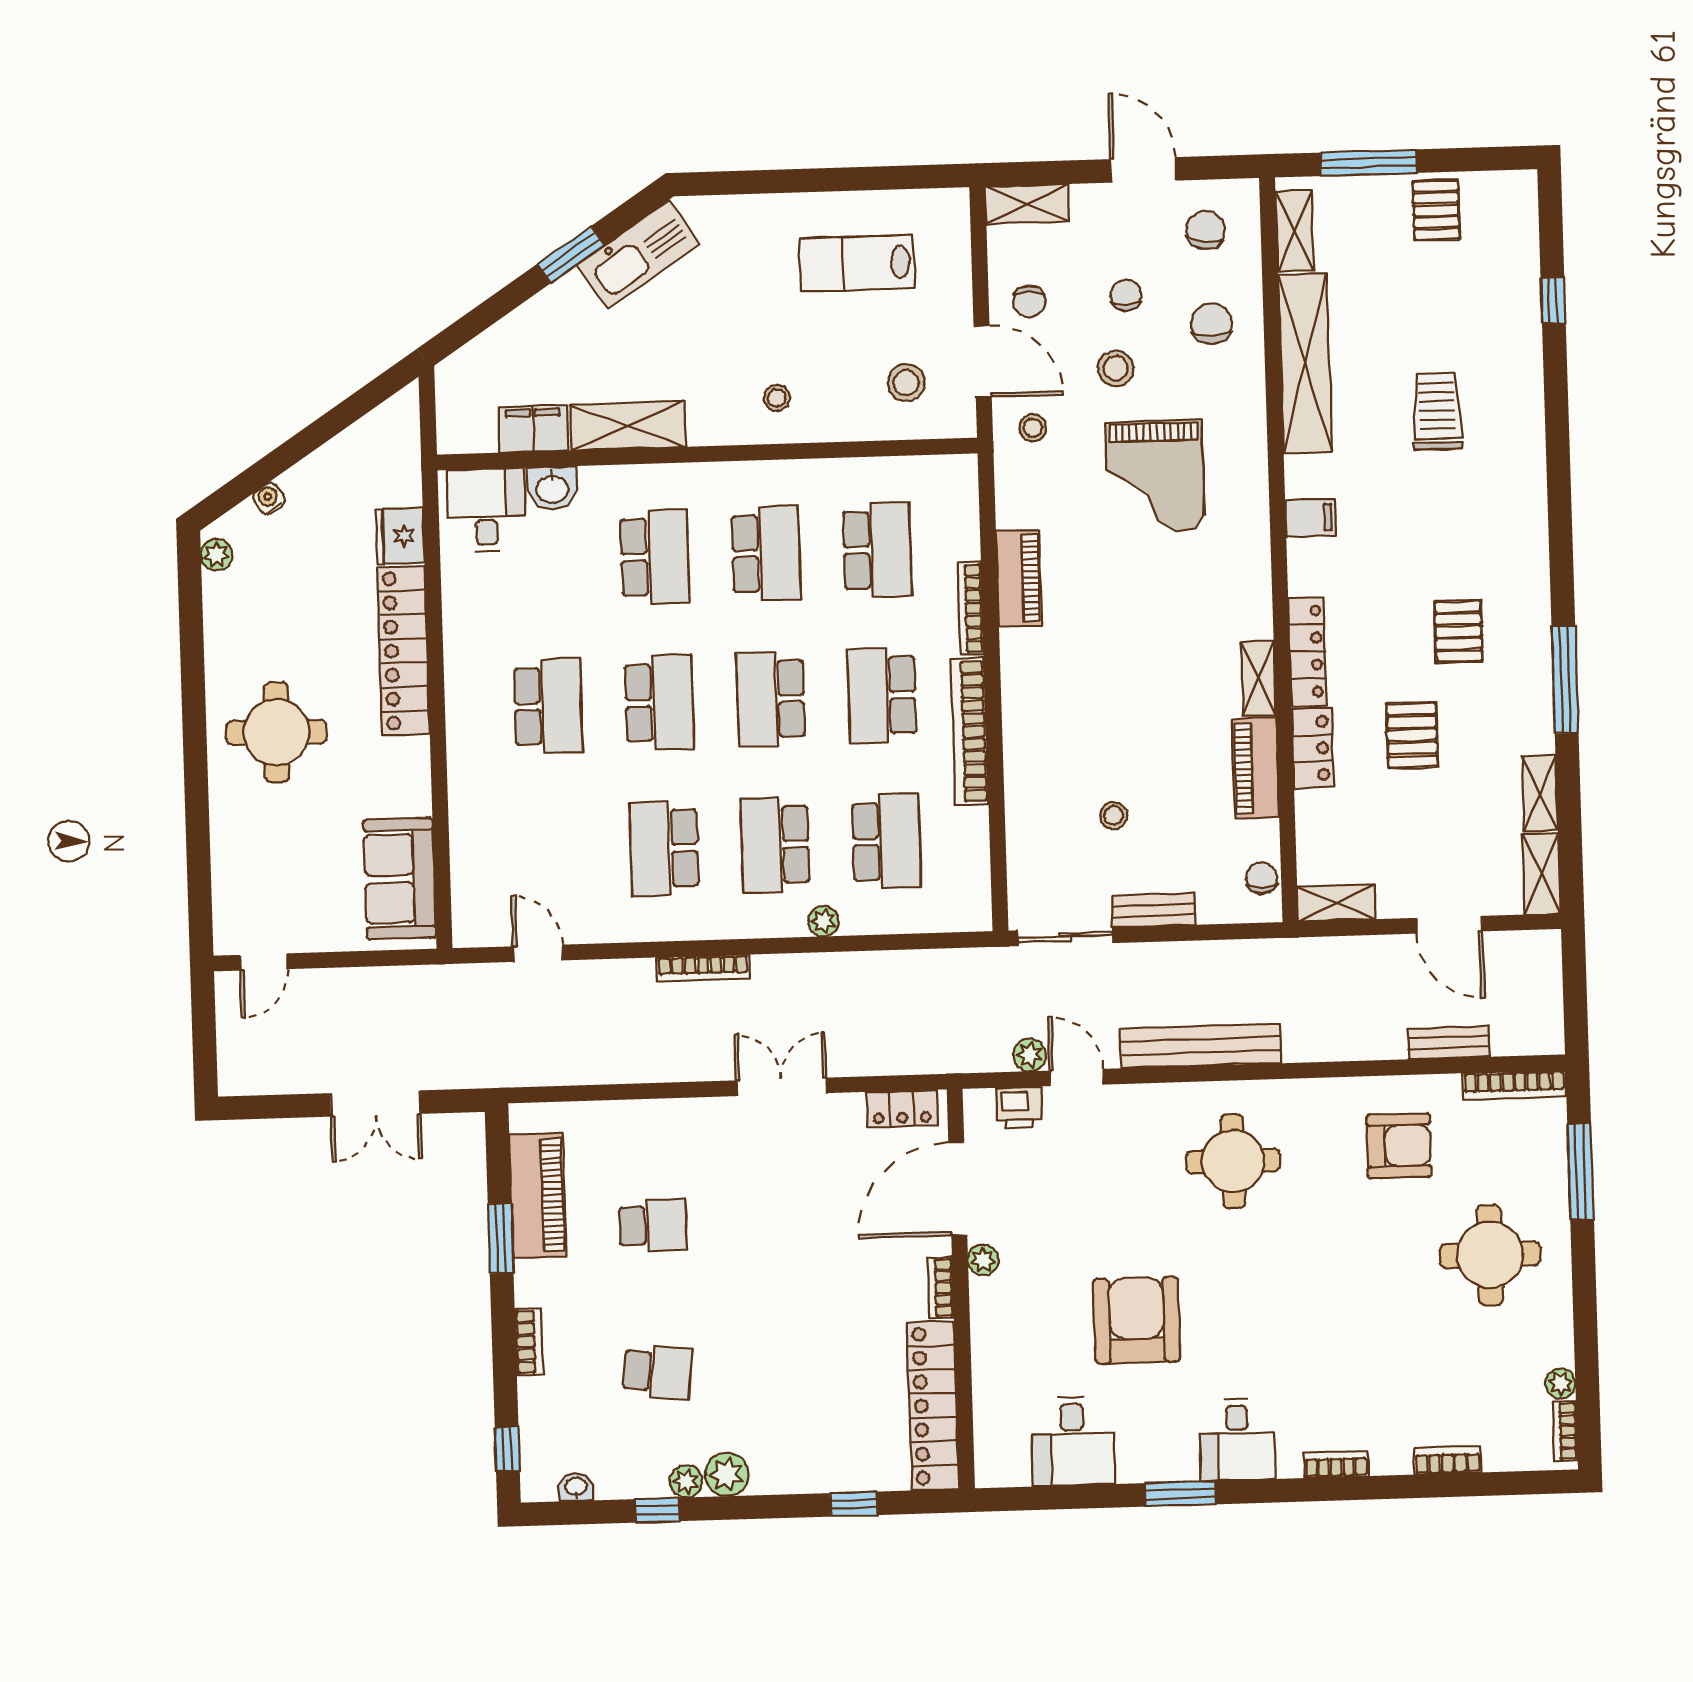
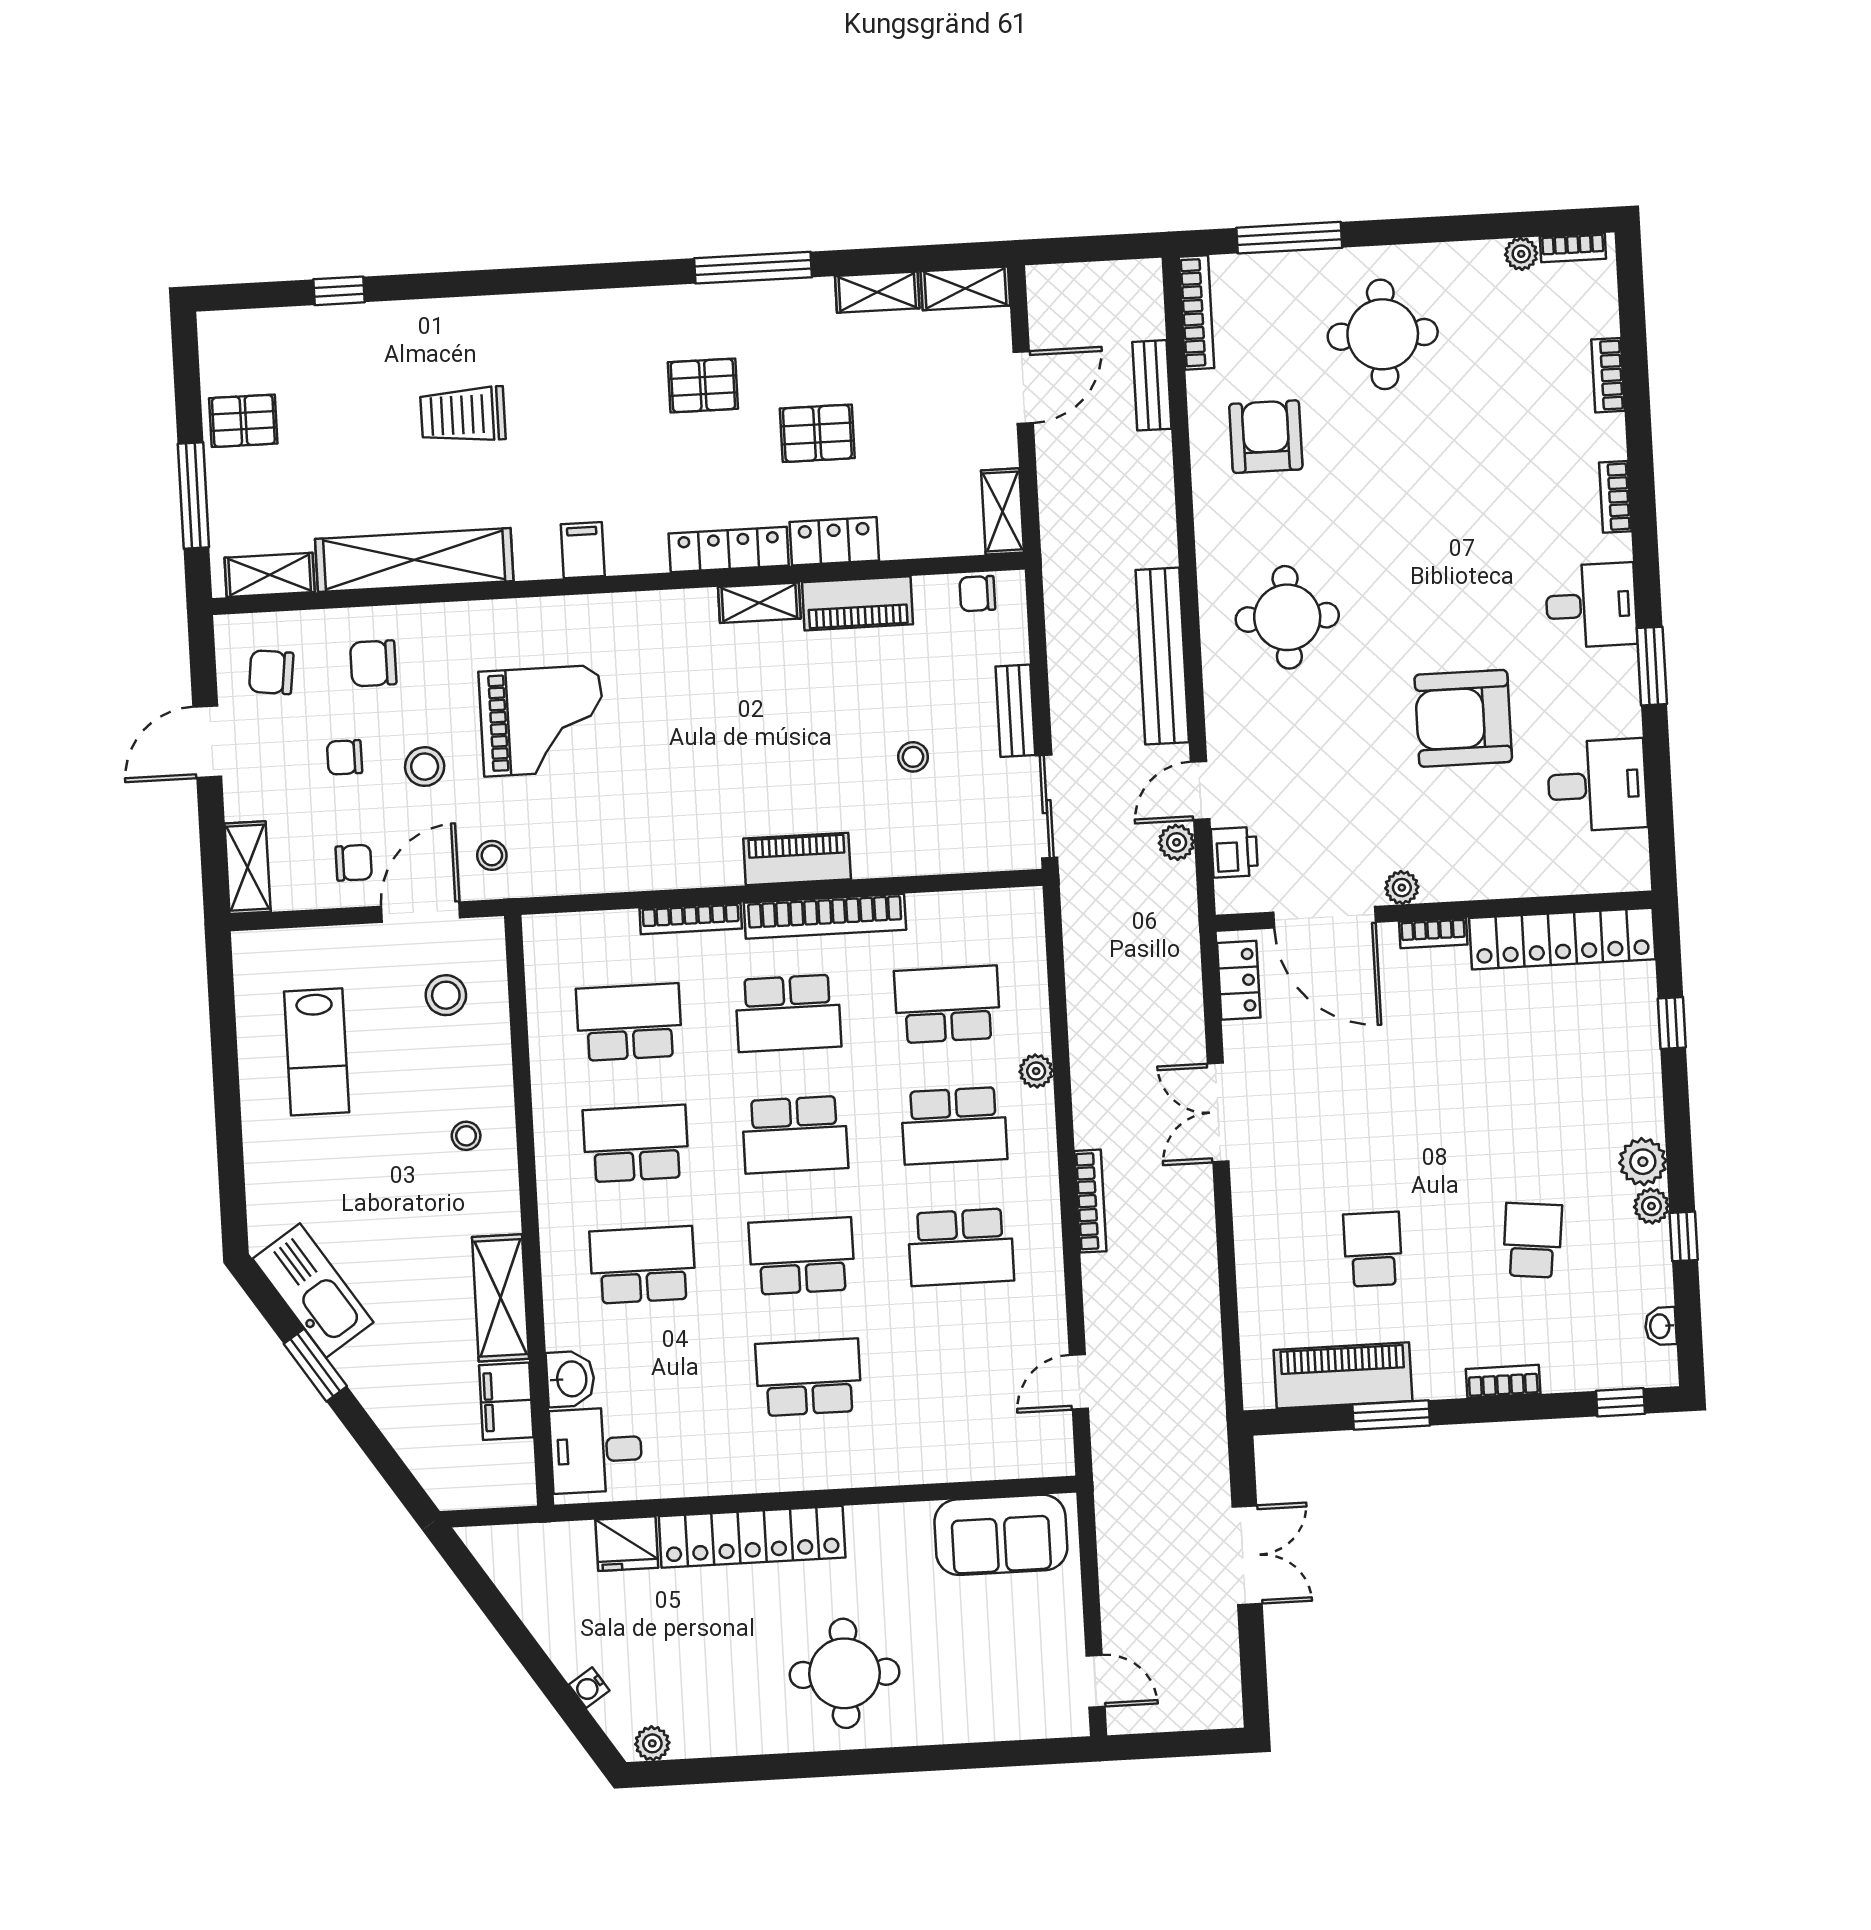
piano: (1019, 578) -> (797, 859), moved

